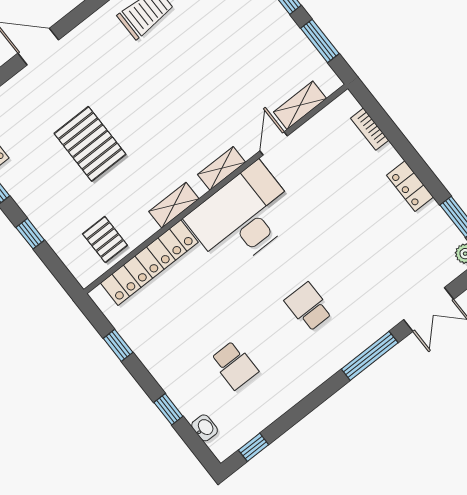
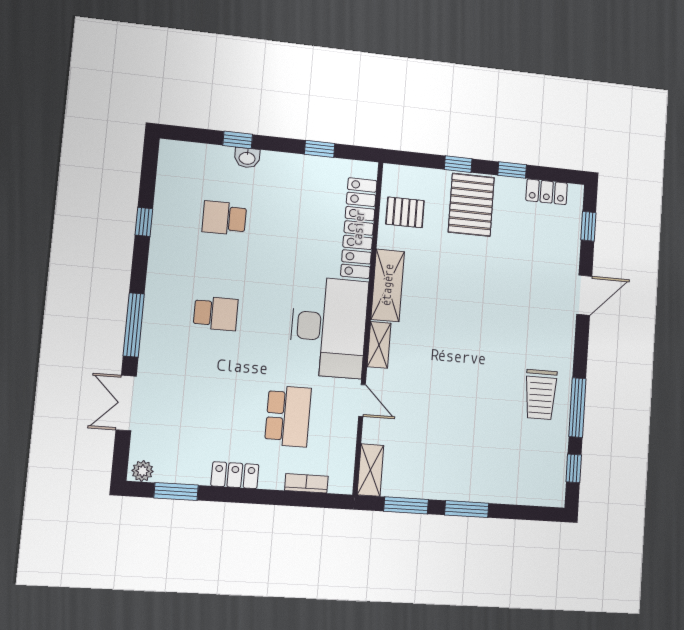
shelving: (300, 105) -> (370, 470), moved
pallet: (90, 144) -> (471, 205), moved, turned 90
school desk: (334, 187) -> (288, 416), added
shelving: (174, 205) -> (388, 285), width x1.50, depth x1.33
washbasin: (205, 428) -> (247, 158), moved
window: (254, 447) -> (144, 222), moved

